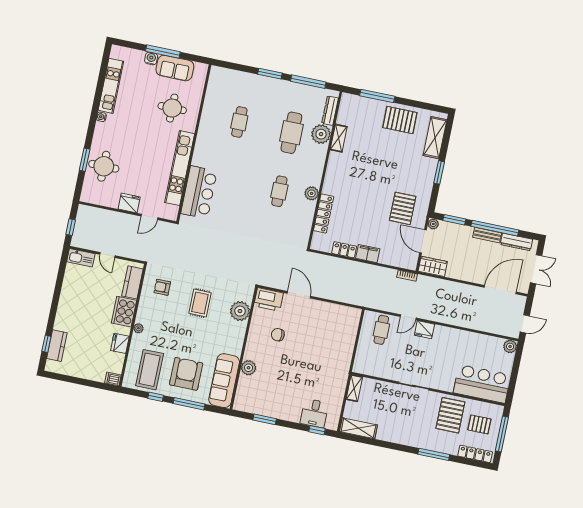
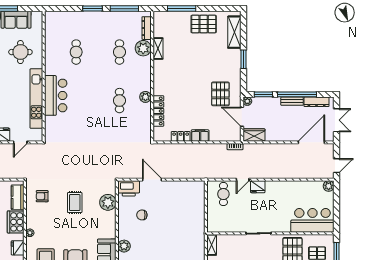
cafe table: (291, 133) -> (119, 52), width x0.73, depth x0.74
bar counter: (199, 192) -> (56, 95), moved

